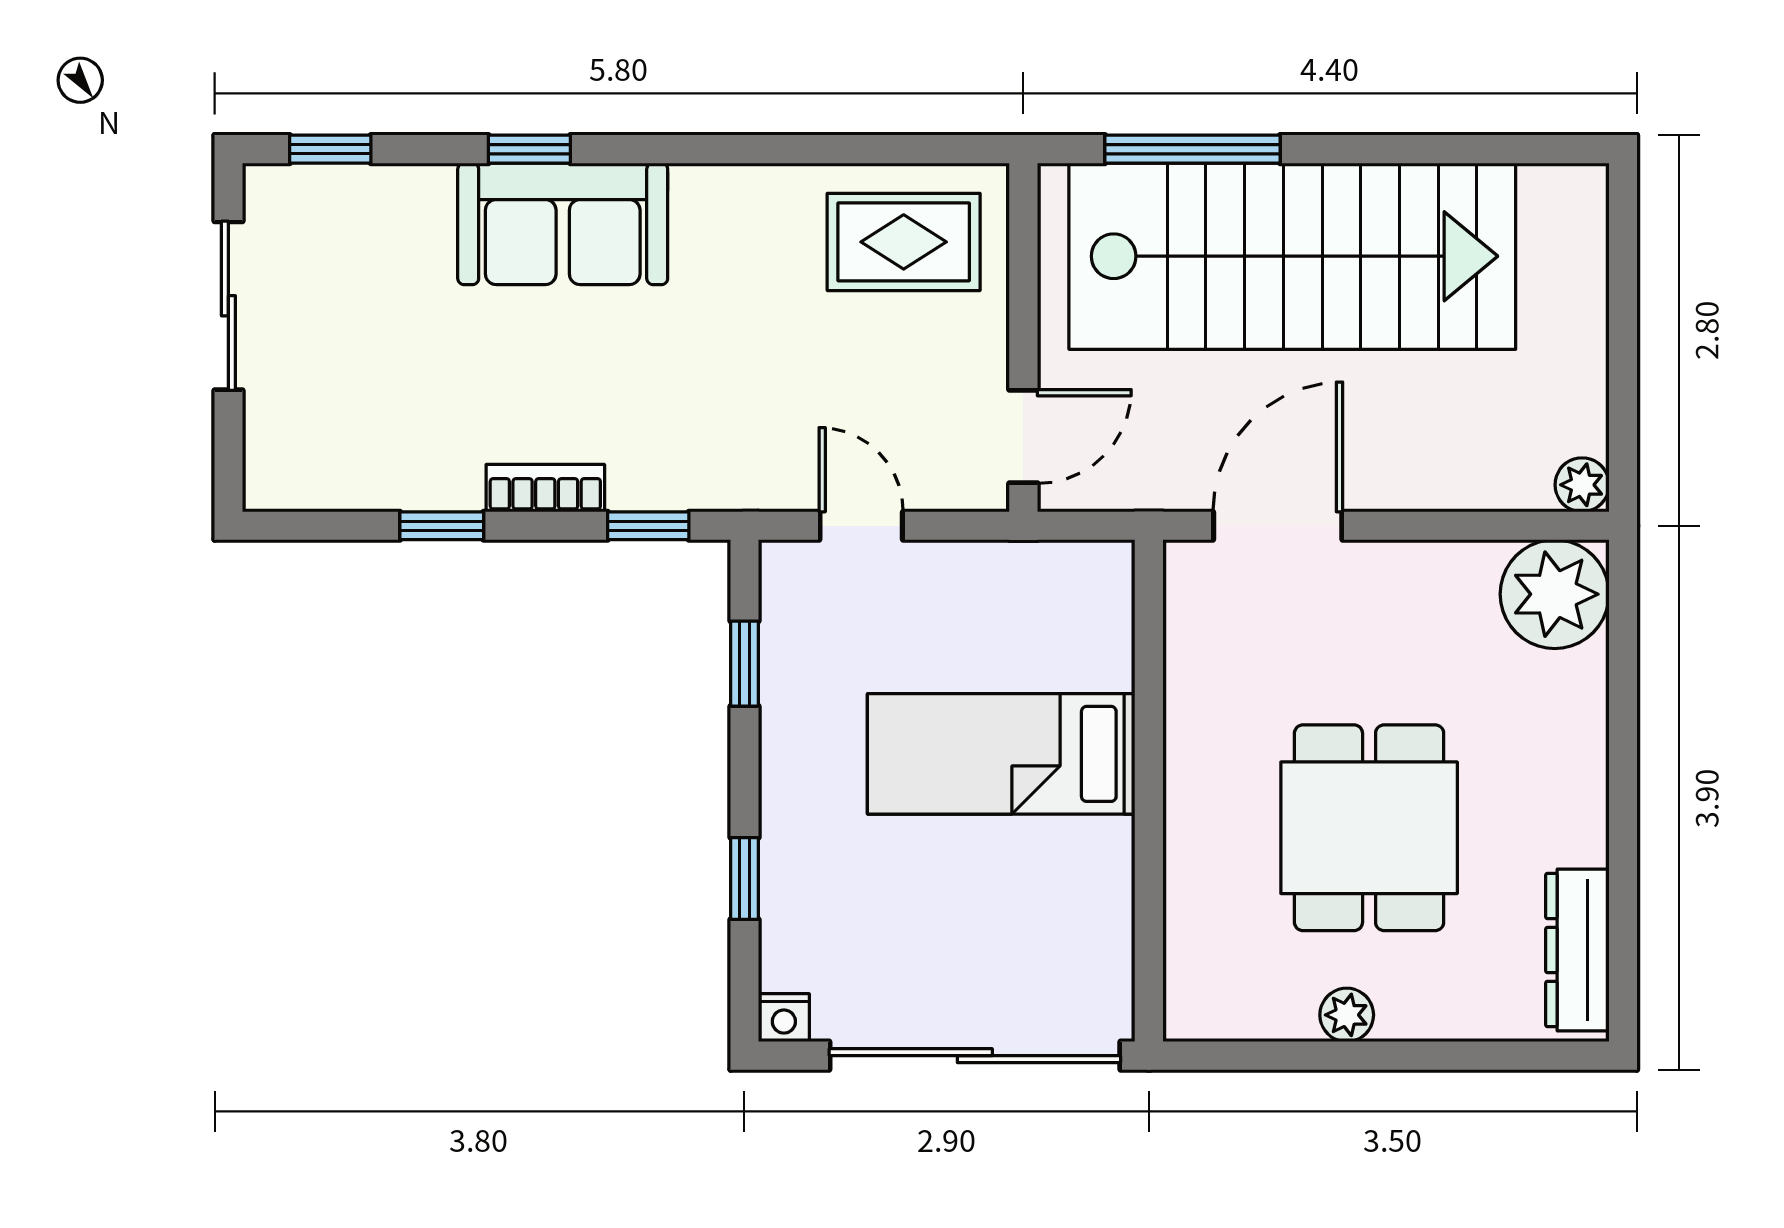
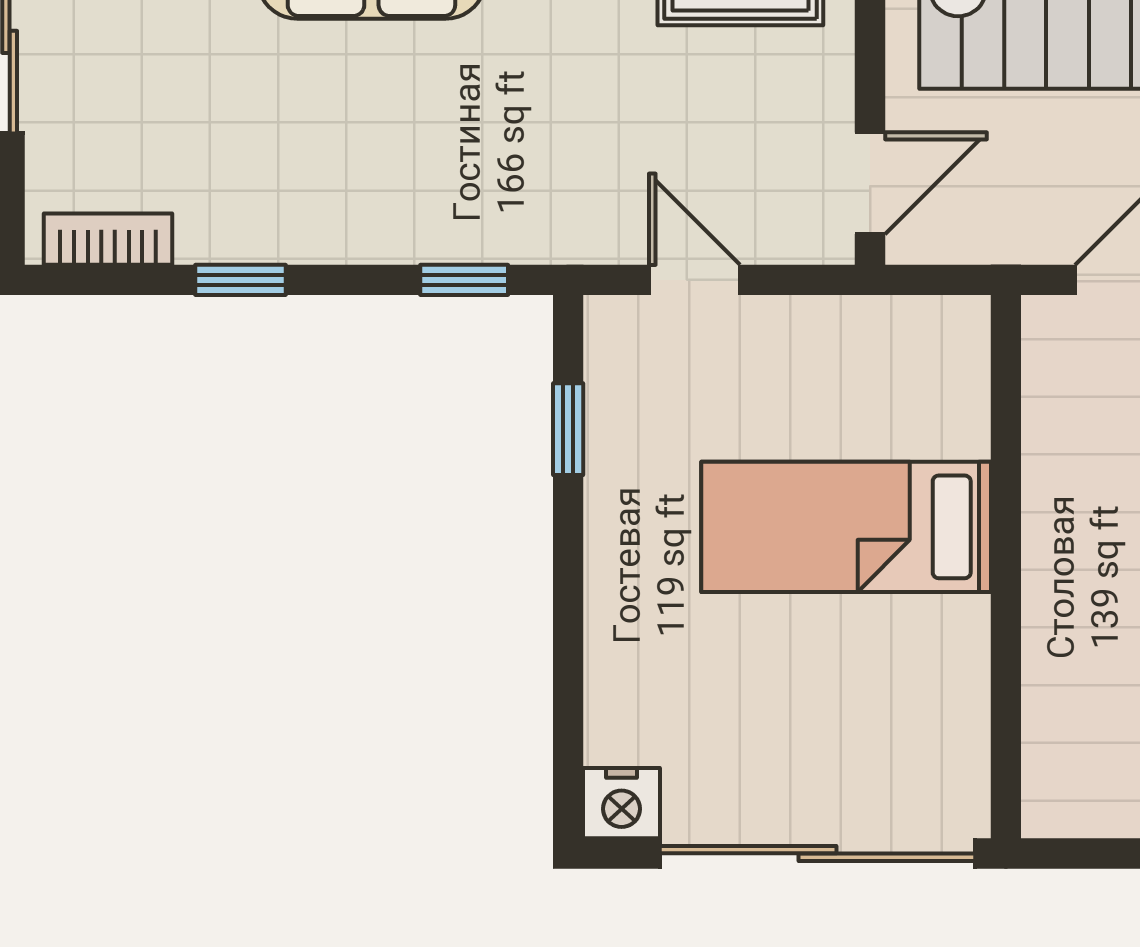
bookcase: (545, 488) -> (108, 239), moved
window: (744, 878) -> (568, 662), removed
nightstand: (784, 1018) -> (622, 803), width x1.39, depth x1.35

